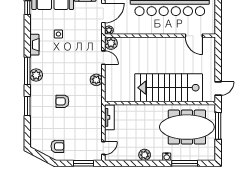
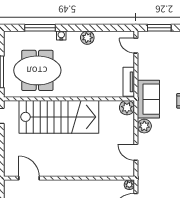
plant: (111, 43) -> (127, 108), moved
sofa: (93, 103) -> (148, 99), added
meeting table: (187, 127) -> (37, 70), width x0.73
door: (103, 148) -> (136, 46), hinge flipped

